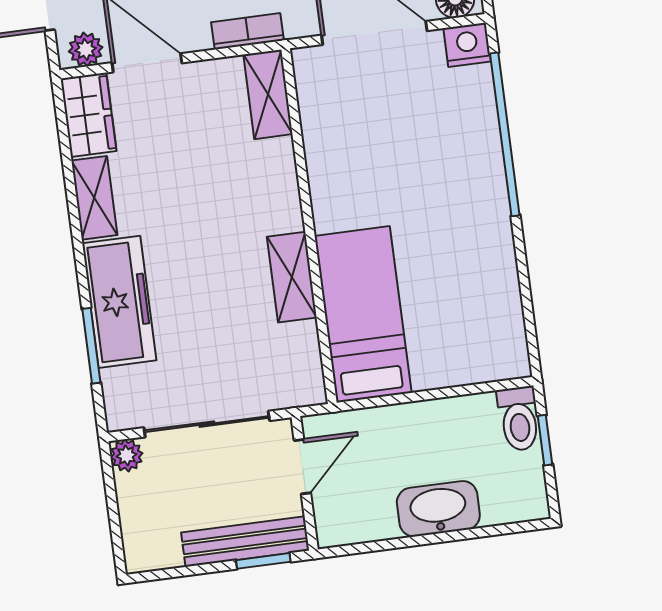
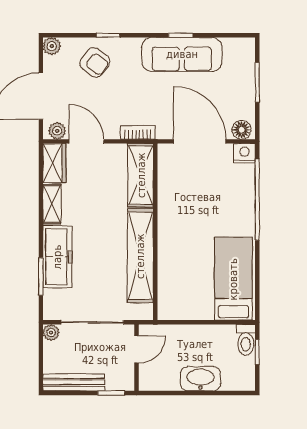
shelving: (268, 94) -> (141, 175), width x1.50, depth x1.33
shelving: (292, 277) -> (140, 256), width x2.20, depth x1.33
bed: (363, 314) -> (233, 279), moved
bench: (245, 541) -> (74, 382), moved

